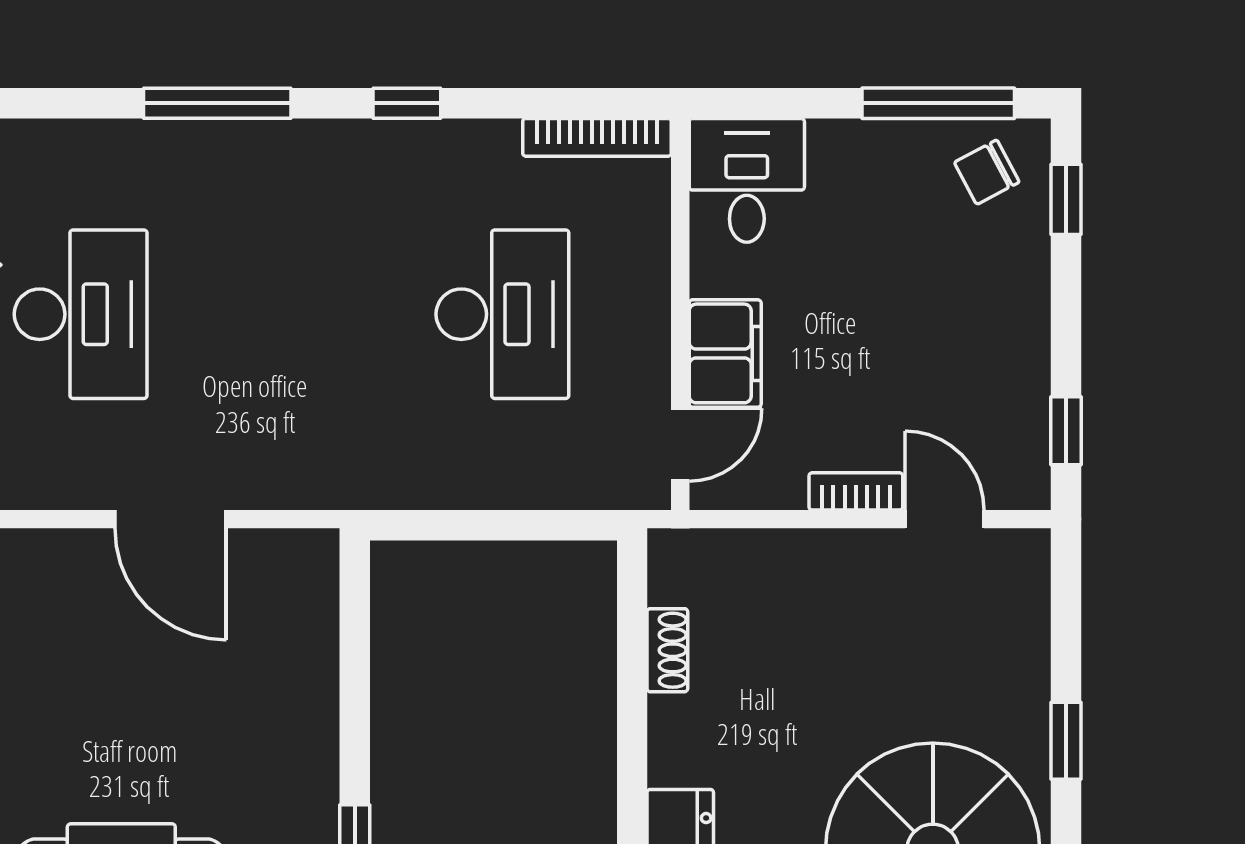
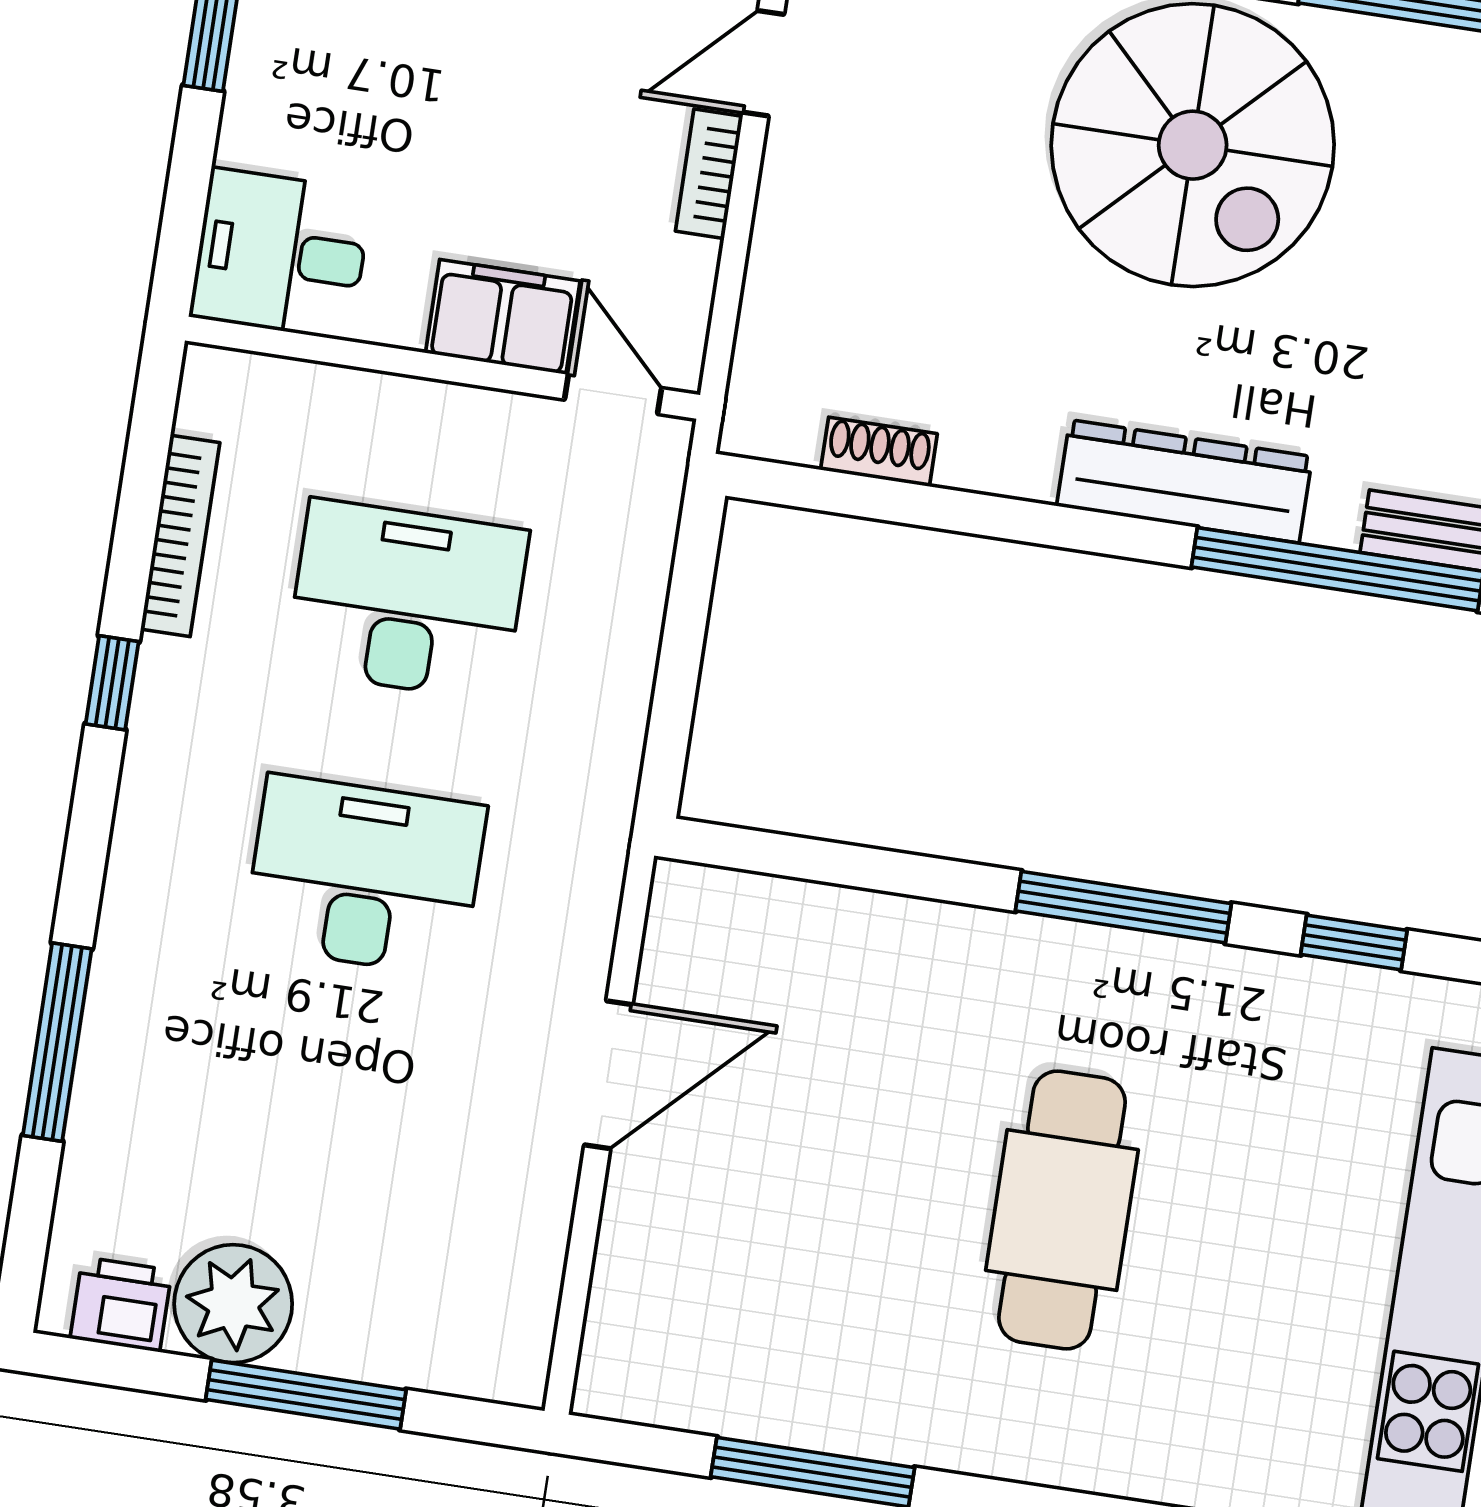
window: (217, 103) -> (57, 1042), moved
bookcase: (597, 137) -> (180, 536), moved
desk: (81, 314) -> (365, 876), moved

